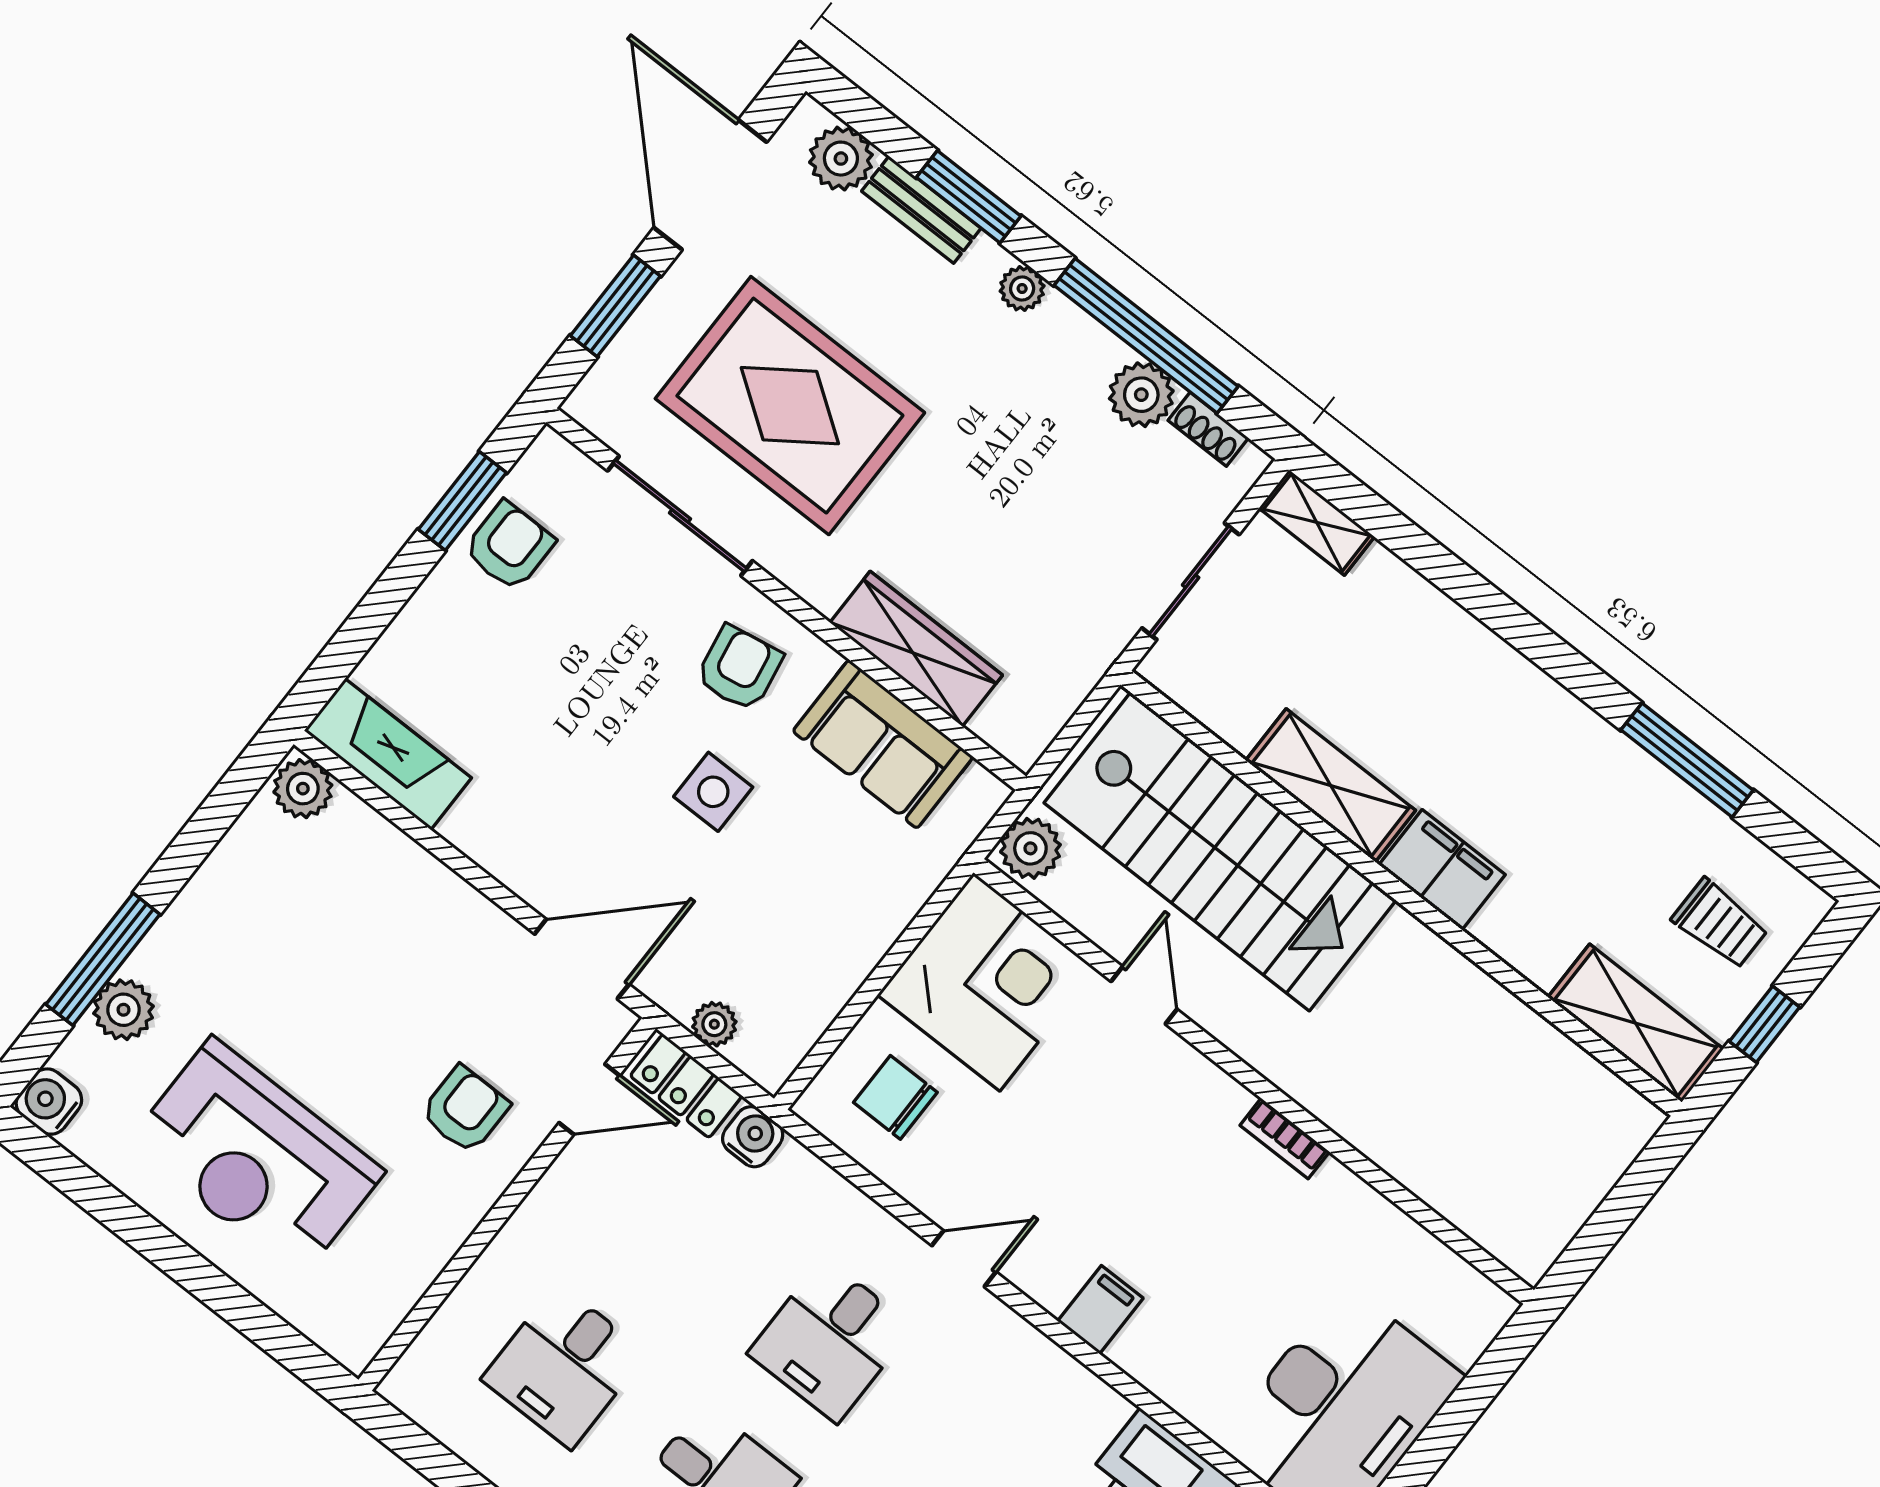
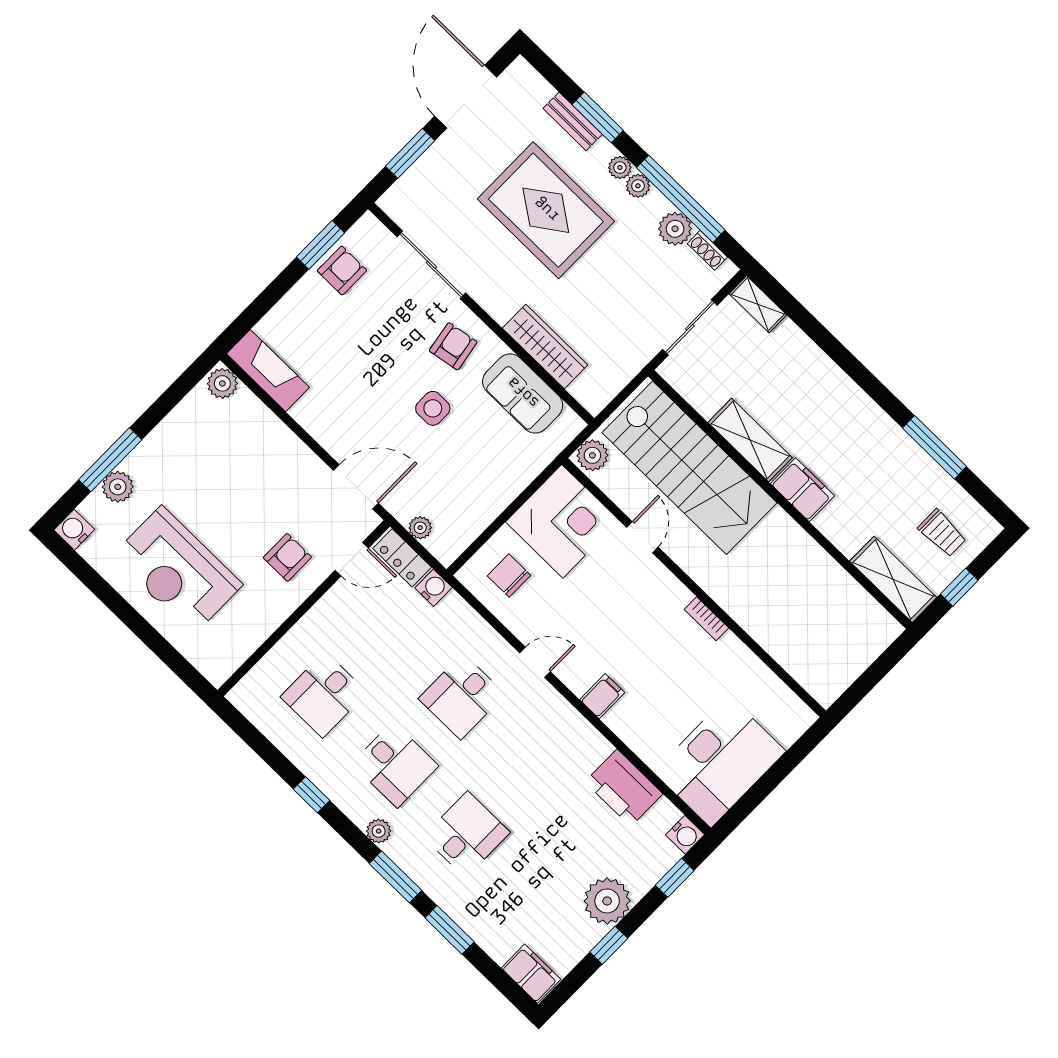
plant: (841, 159) -> (638, 186), moved, width x0.73, depth x0.73
rug: (790, 406) -> (546, 210), moved

